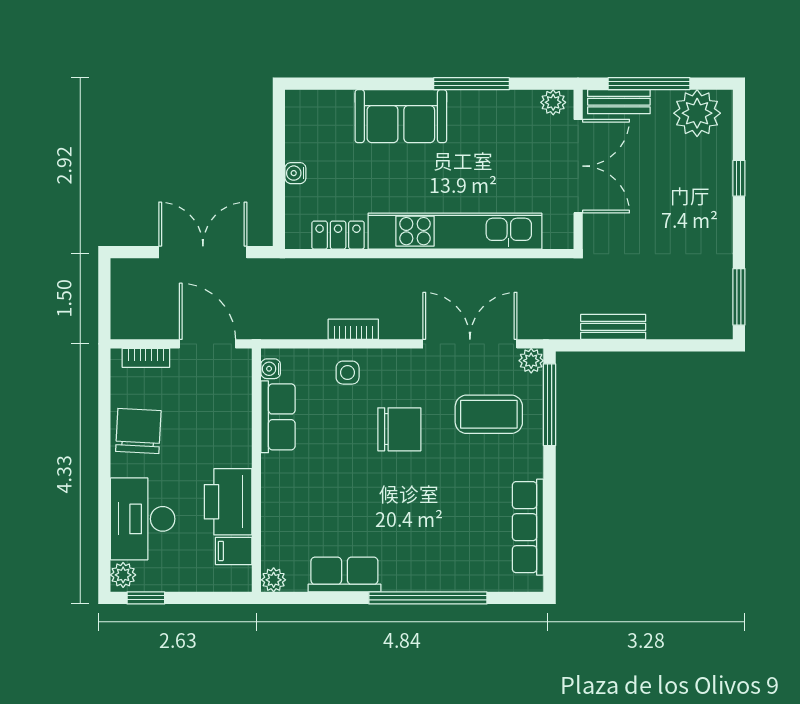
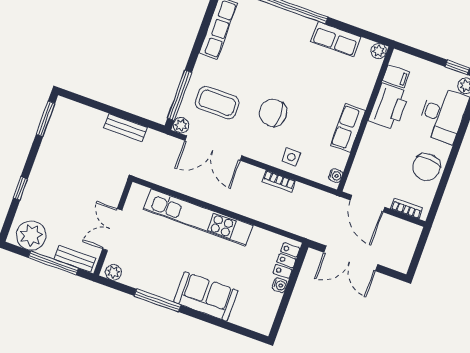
double door: (578, 166) -> (112, 230), width x0.73
locker: (338, 235) -> (286, 261), moved, turned 90
row of seats: (278, 417) -> (348, 128), moved

